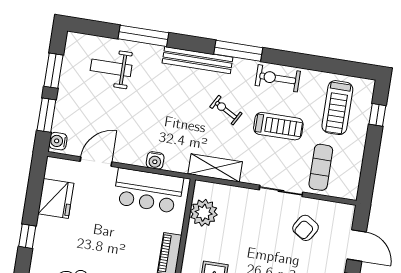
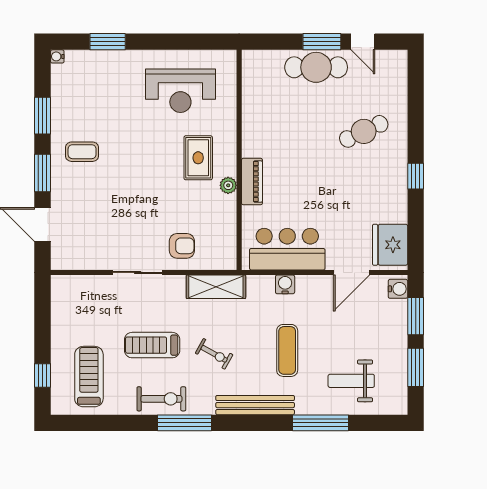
window: (238, 51) -> (185, 423), moved
weight bench: (111, 68) -> (351, 381), turned 180
exercise mat: (321, 167) -> (287, 350), moved
fridge: (56, 199) -> (390, 245), moved
plant: (204, 213) -> (228, 185), moved, width x0.53, depth x0.53
armchair: (306, 228) -> (182, 246), moved, turned 58

